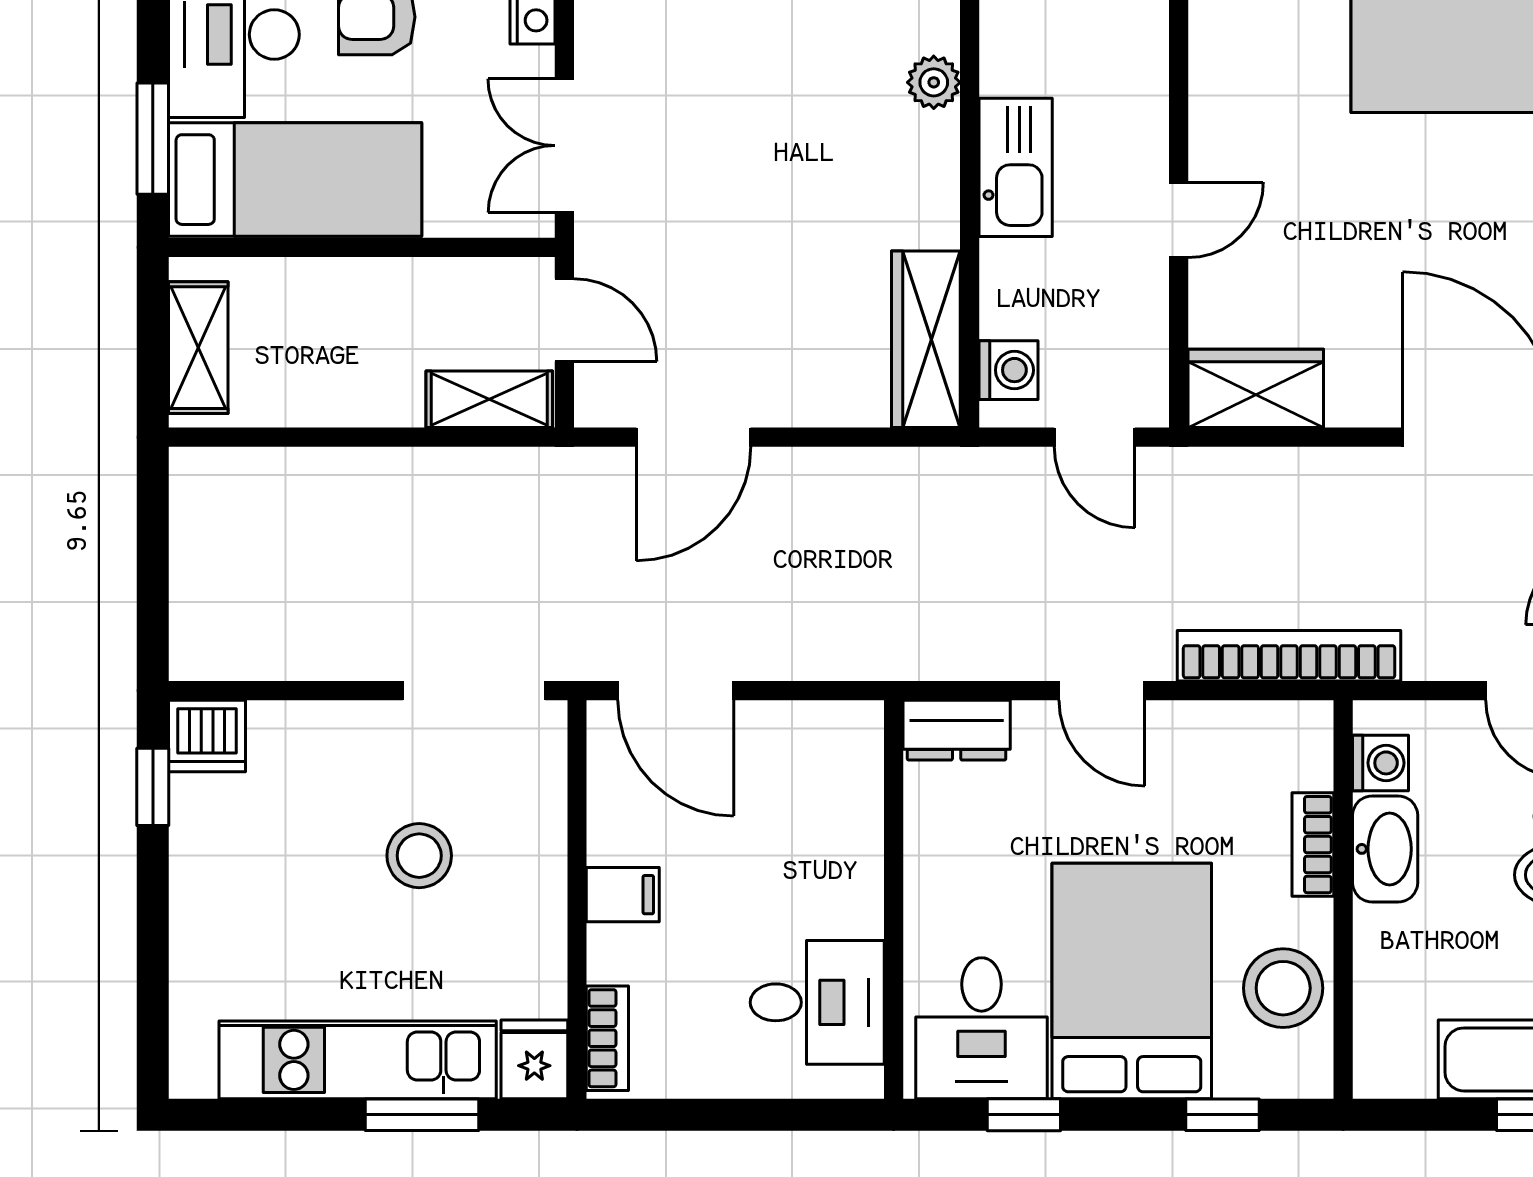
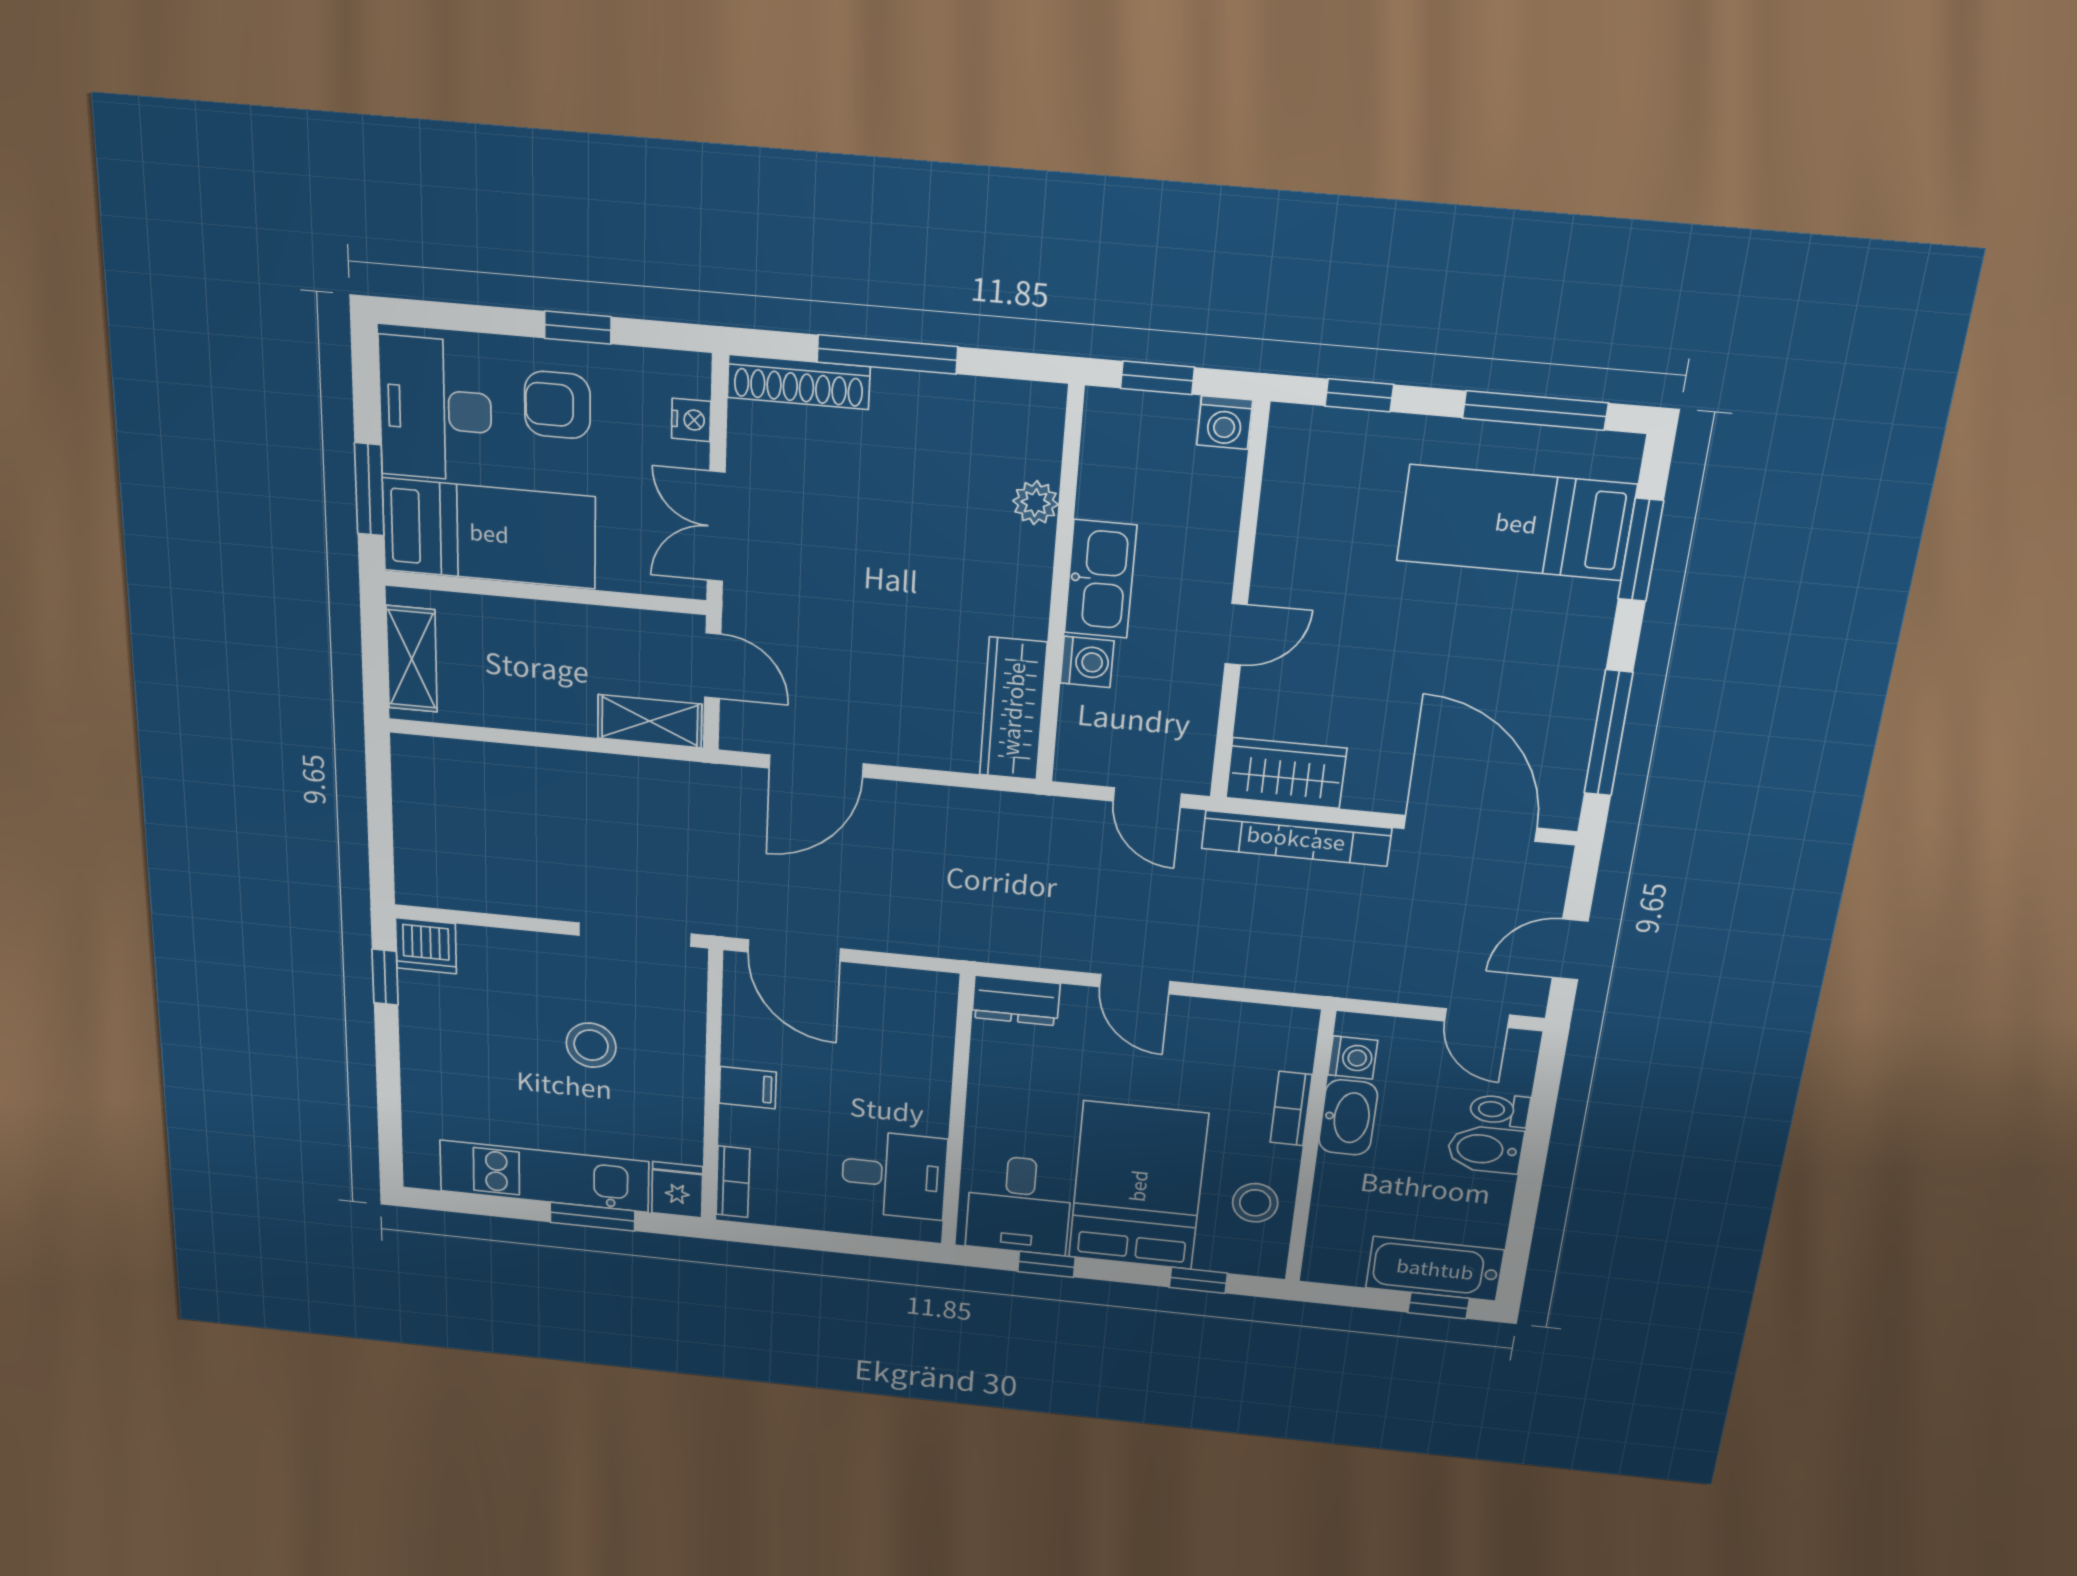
washing machine: (1009, 370) -> (1087, 662), moved
bookcase: (1289, 656) -> (1296, 838), moved, turned 180
stool: (1283, 988) -> (1255, 1203), width x0.73, depth x0.73

